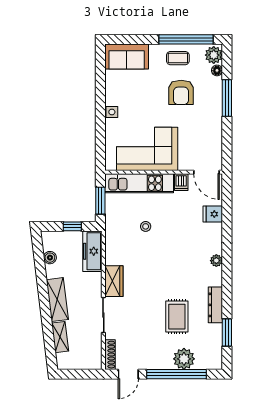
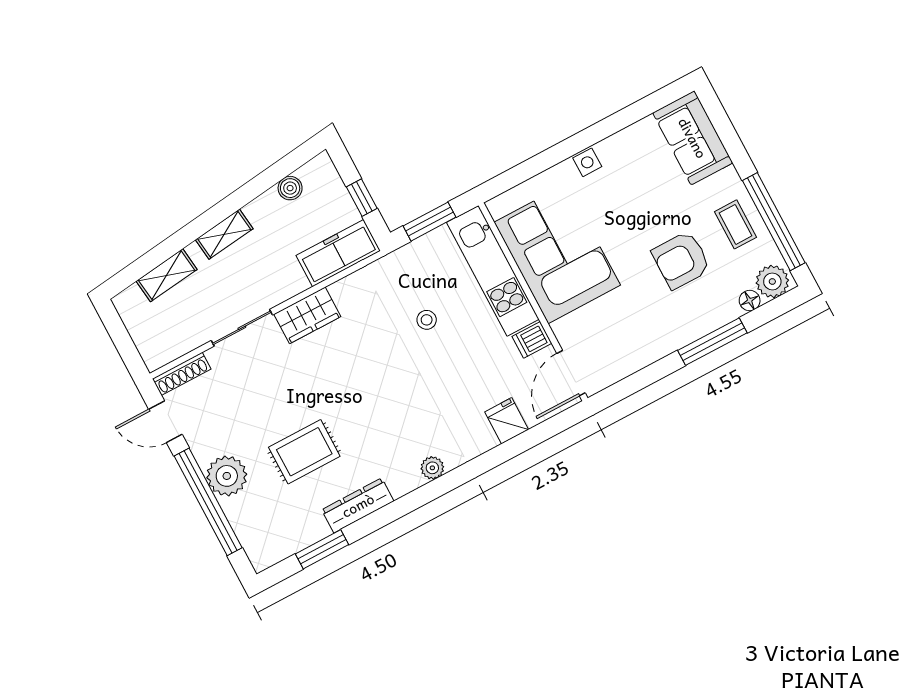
shelving: (57, 300) -> (224, 234), width x0.67, depth x0.75
plant: (184, 359) -> (227, 476), moved

